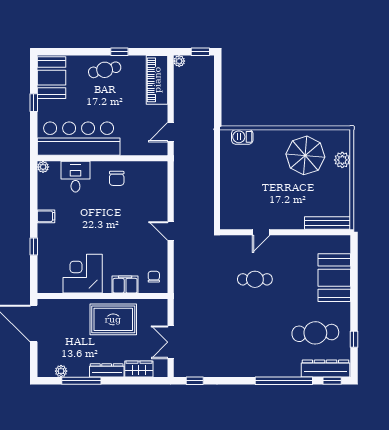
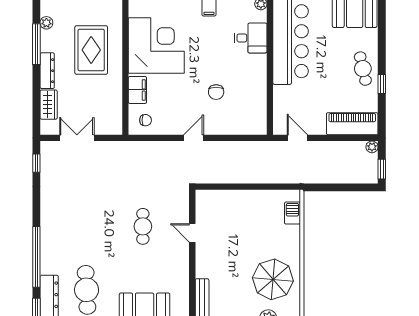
chair: (117, 178) -> (216, 92), moved, turned -90
corner desk: (83, 274) -> (156, 45), width x1.36, depth x1.36
rug: (113, 319) -> (91, 50), moved

